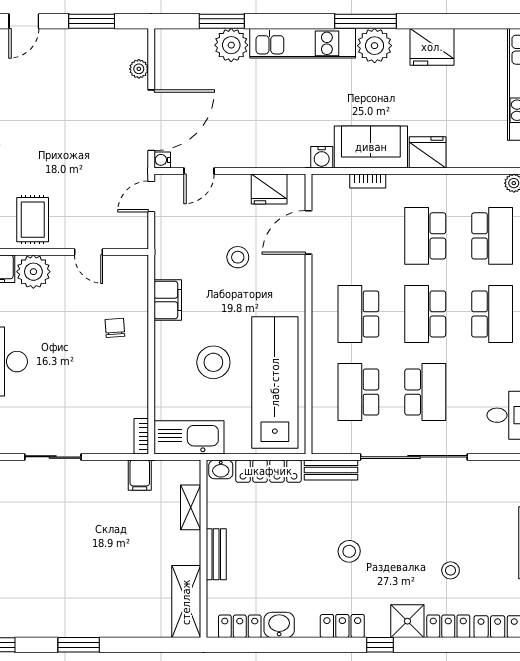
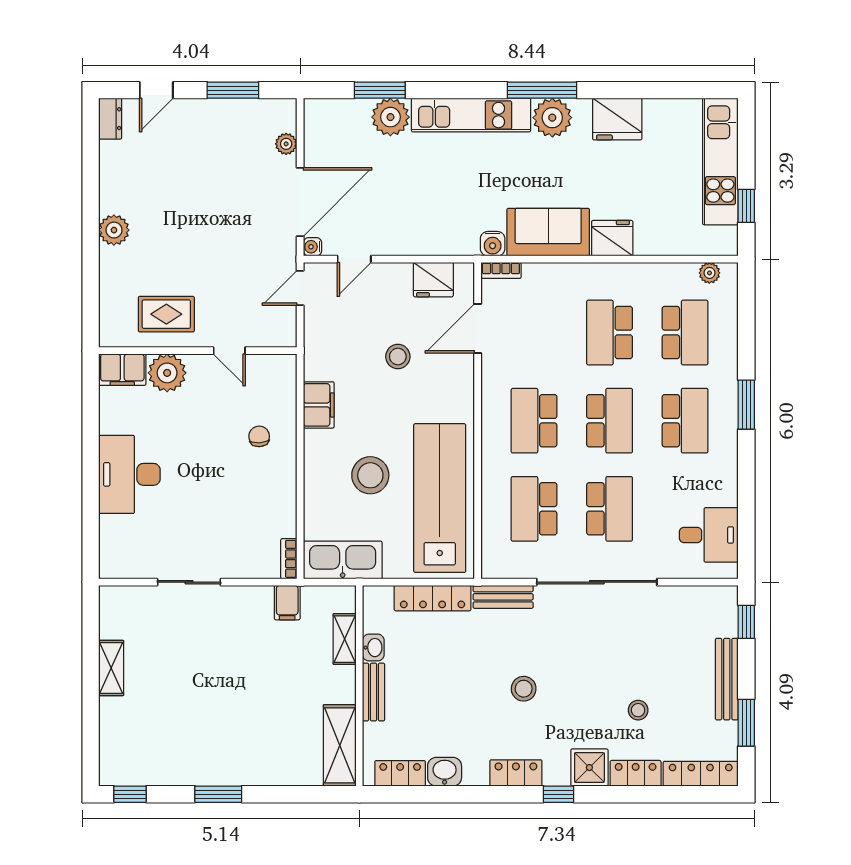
bookcase: (368, 181) -> (501, 270), moved
rug: (33, 220) -> (166, 314), turned 90
school desk: (425, 314) -> (610, 421), turned 180
washbasin: (221, 469) -> (373, 648), moved, turned -90

